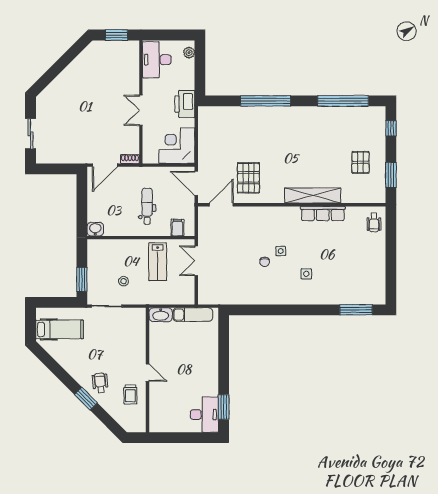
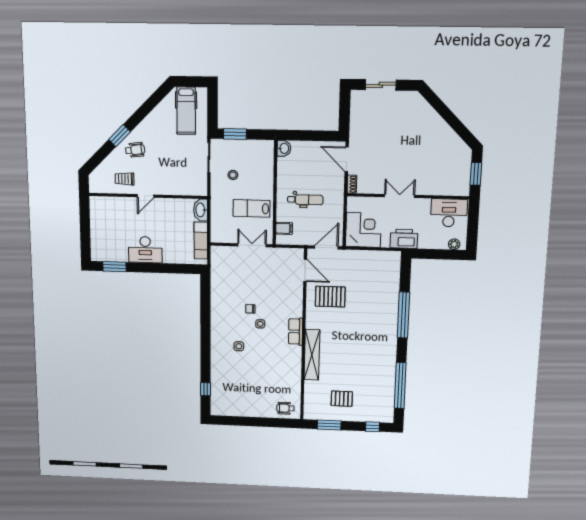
row of seats: (323, 213) -> (296, 332), moved, width x0.68
window: (356, 310) -> (205, 389), width x0.46
desk: (204, 415) -> (145, 250), moved

